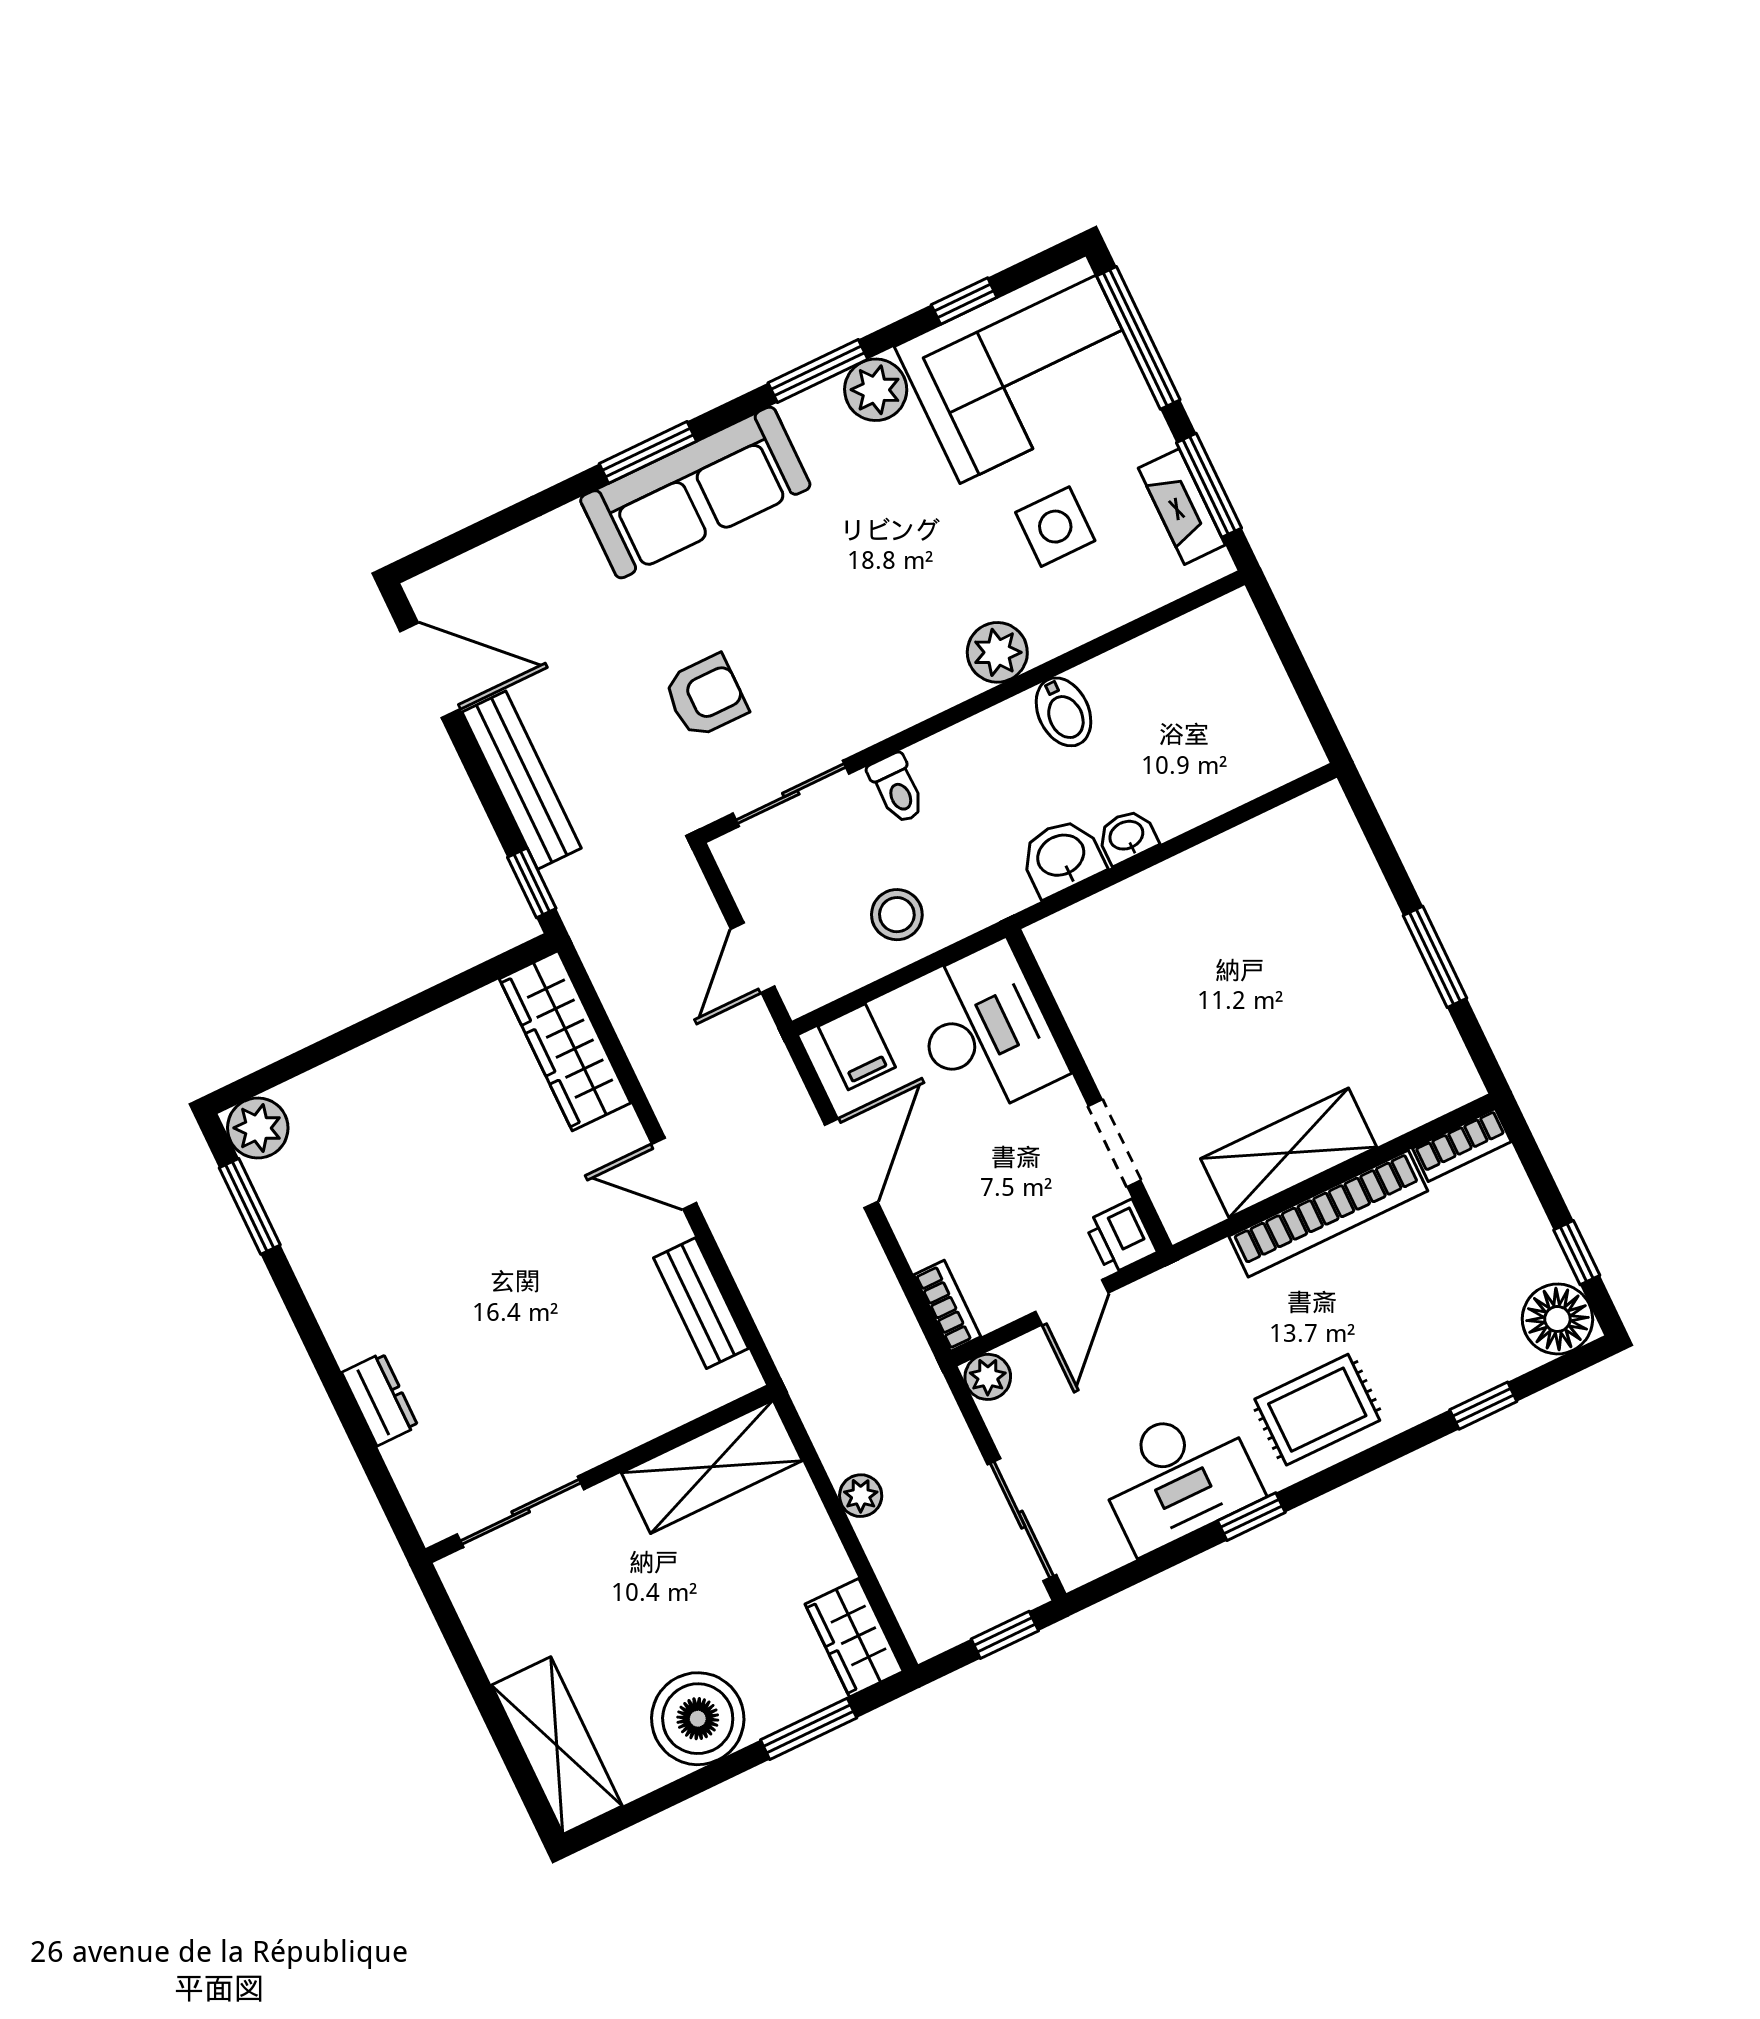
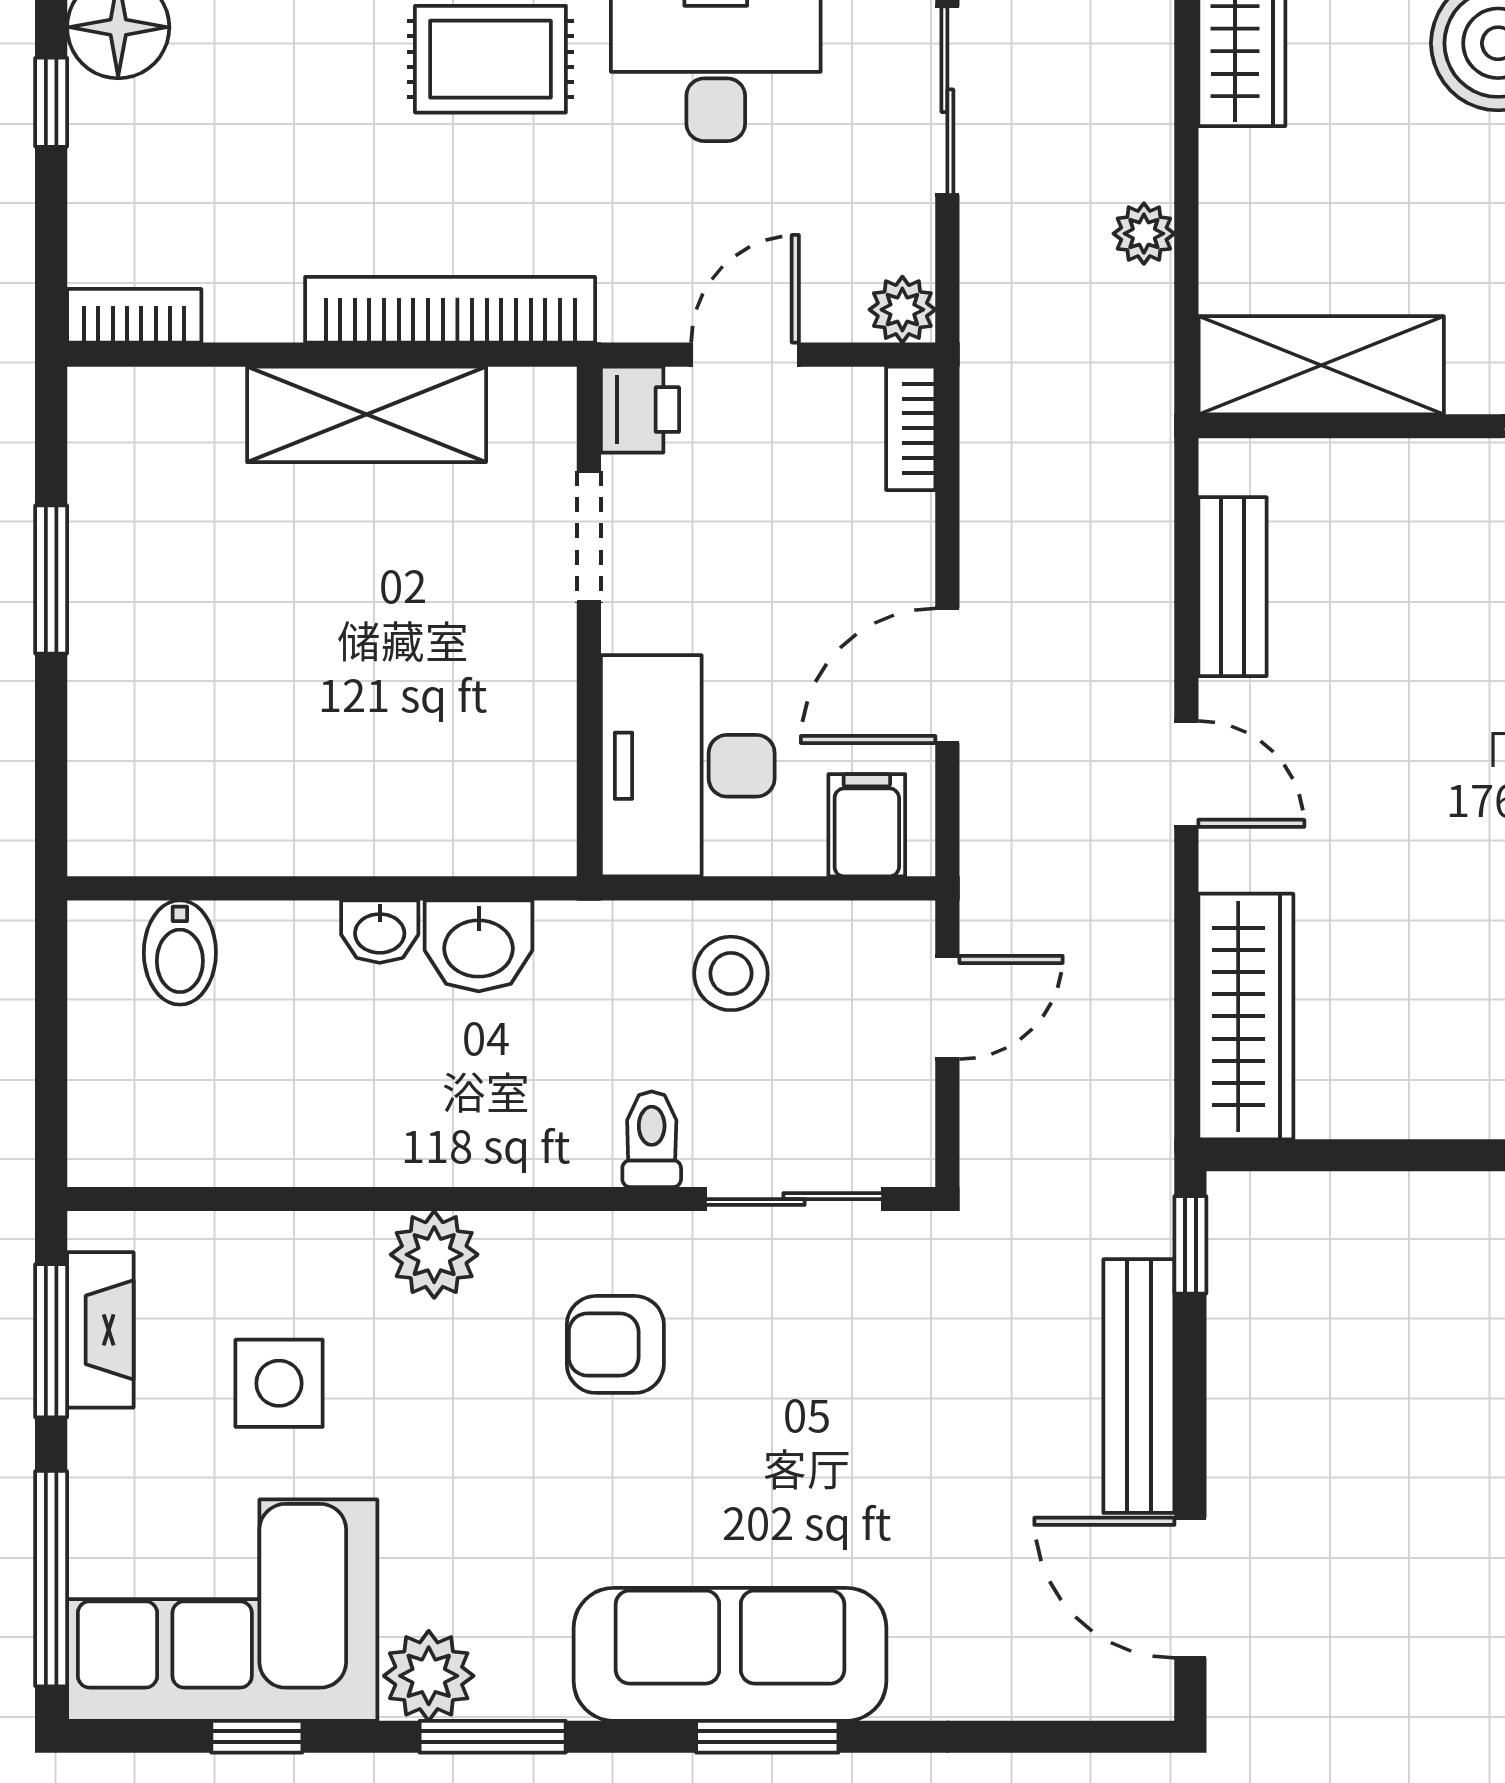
armchair: (706, 696) -> (615, 1344), moved
bidet: (1063, 712) -> (180, 953), moved, turned 180
bookcase: (1328, 1214) -> (450, 310), moved

